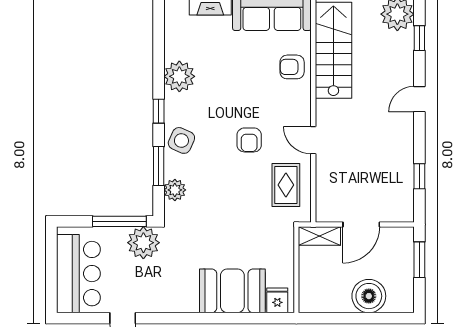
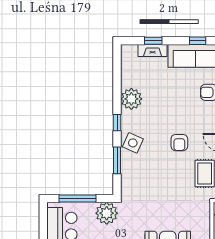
plant: (175, 190) -> (128, 177), removed
window: (119, 221) -> (77, 199), moved

